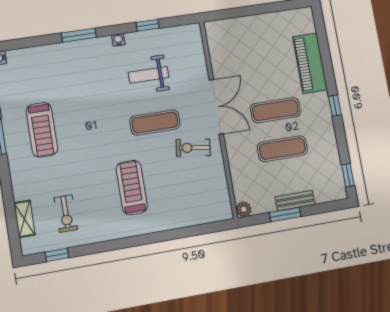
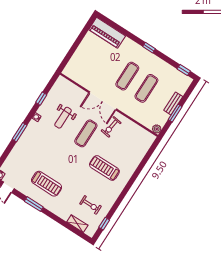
piano: (310, 63) -> (107, 33), moved
double door: (216, 107) -> (103, 101), swing flipped

